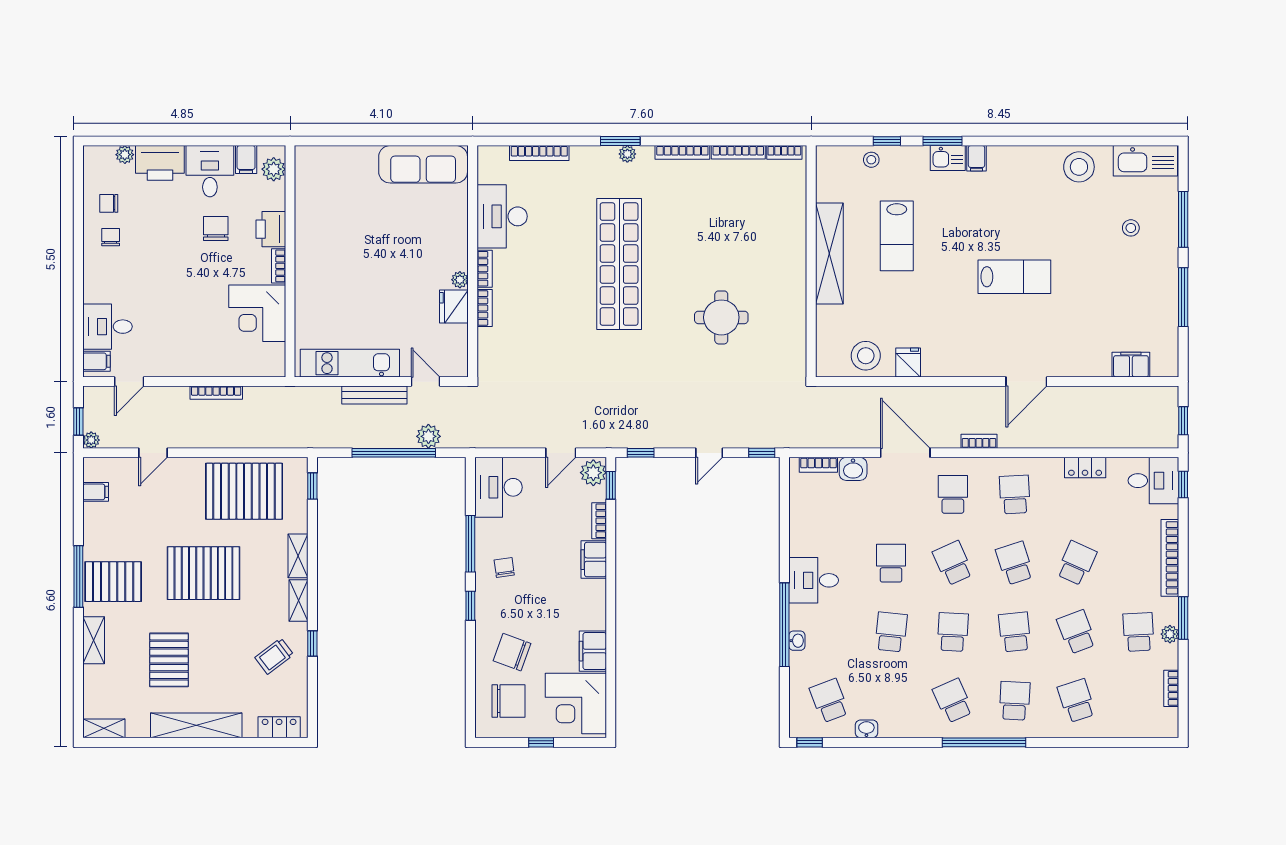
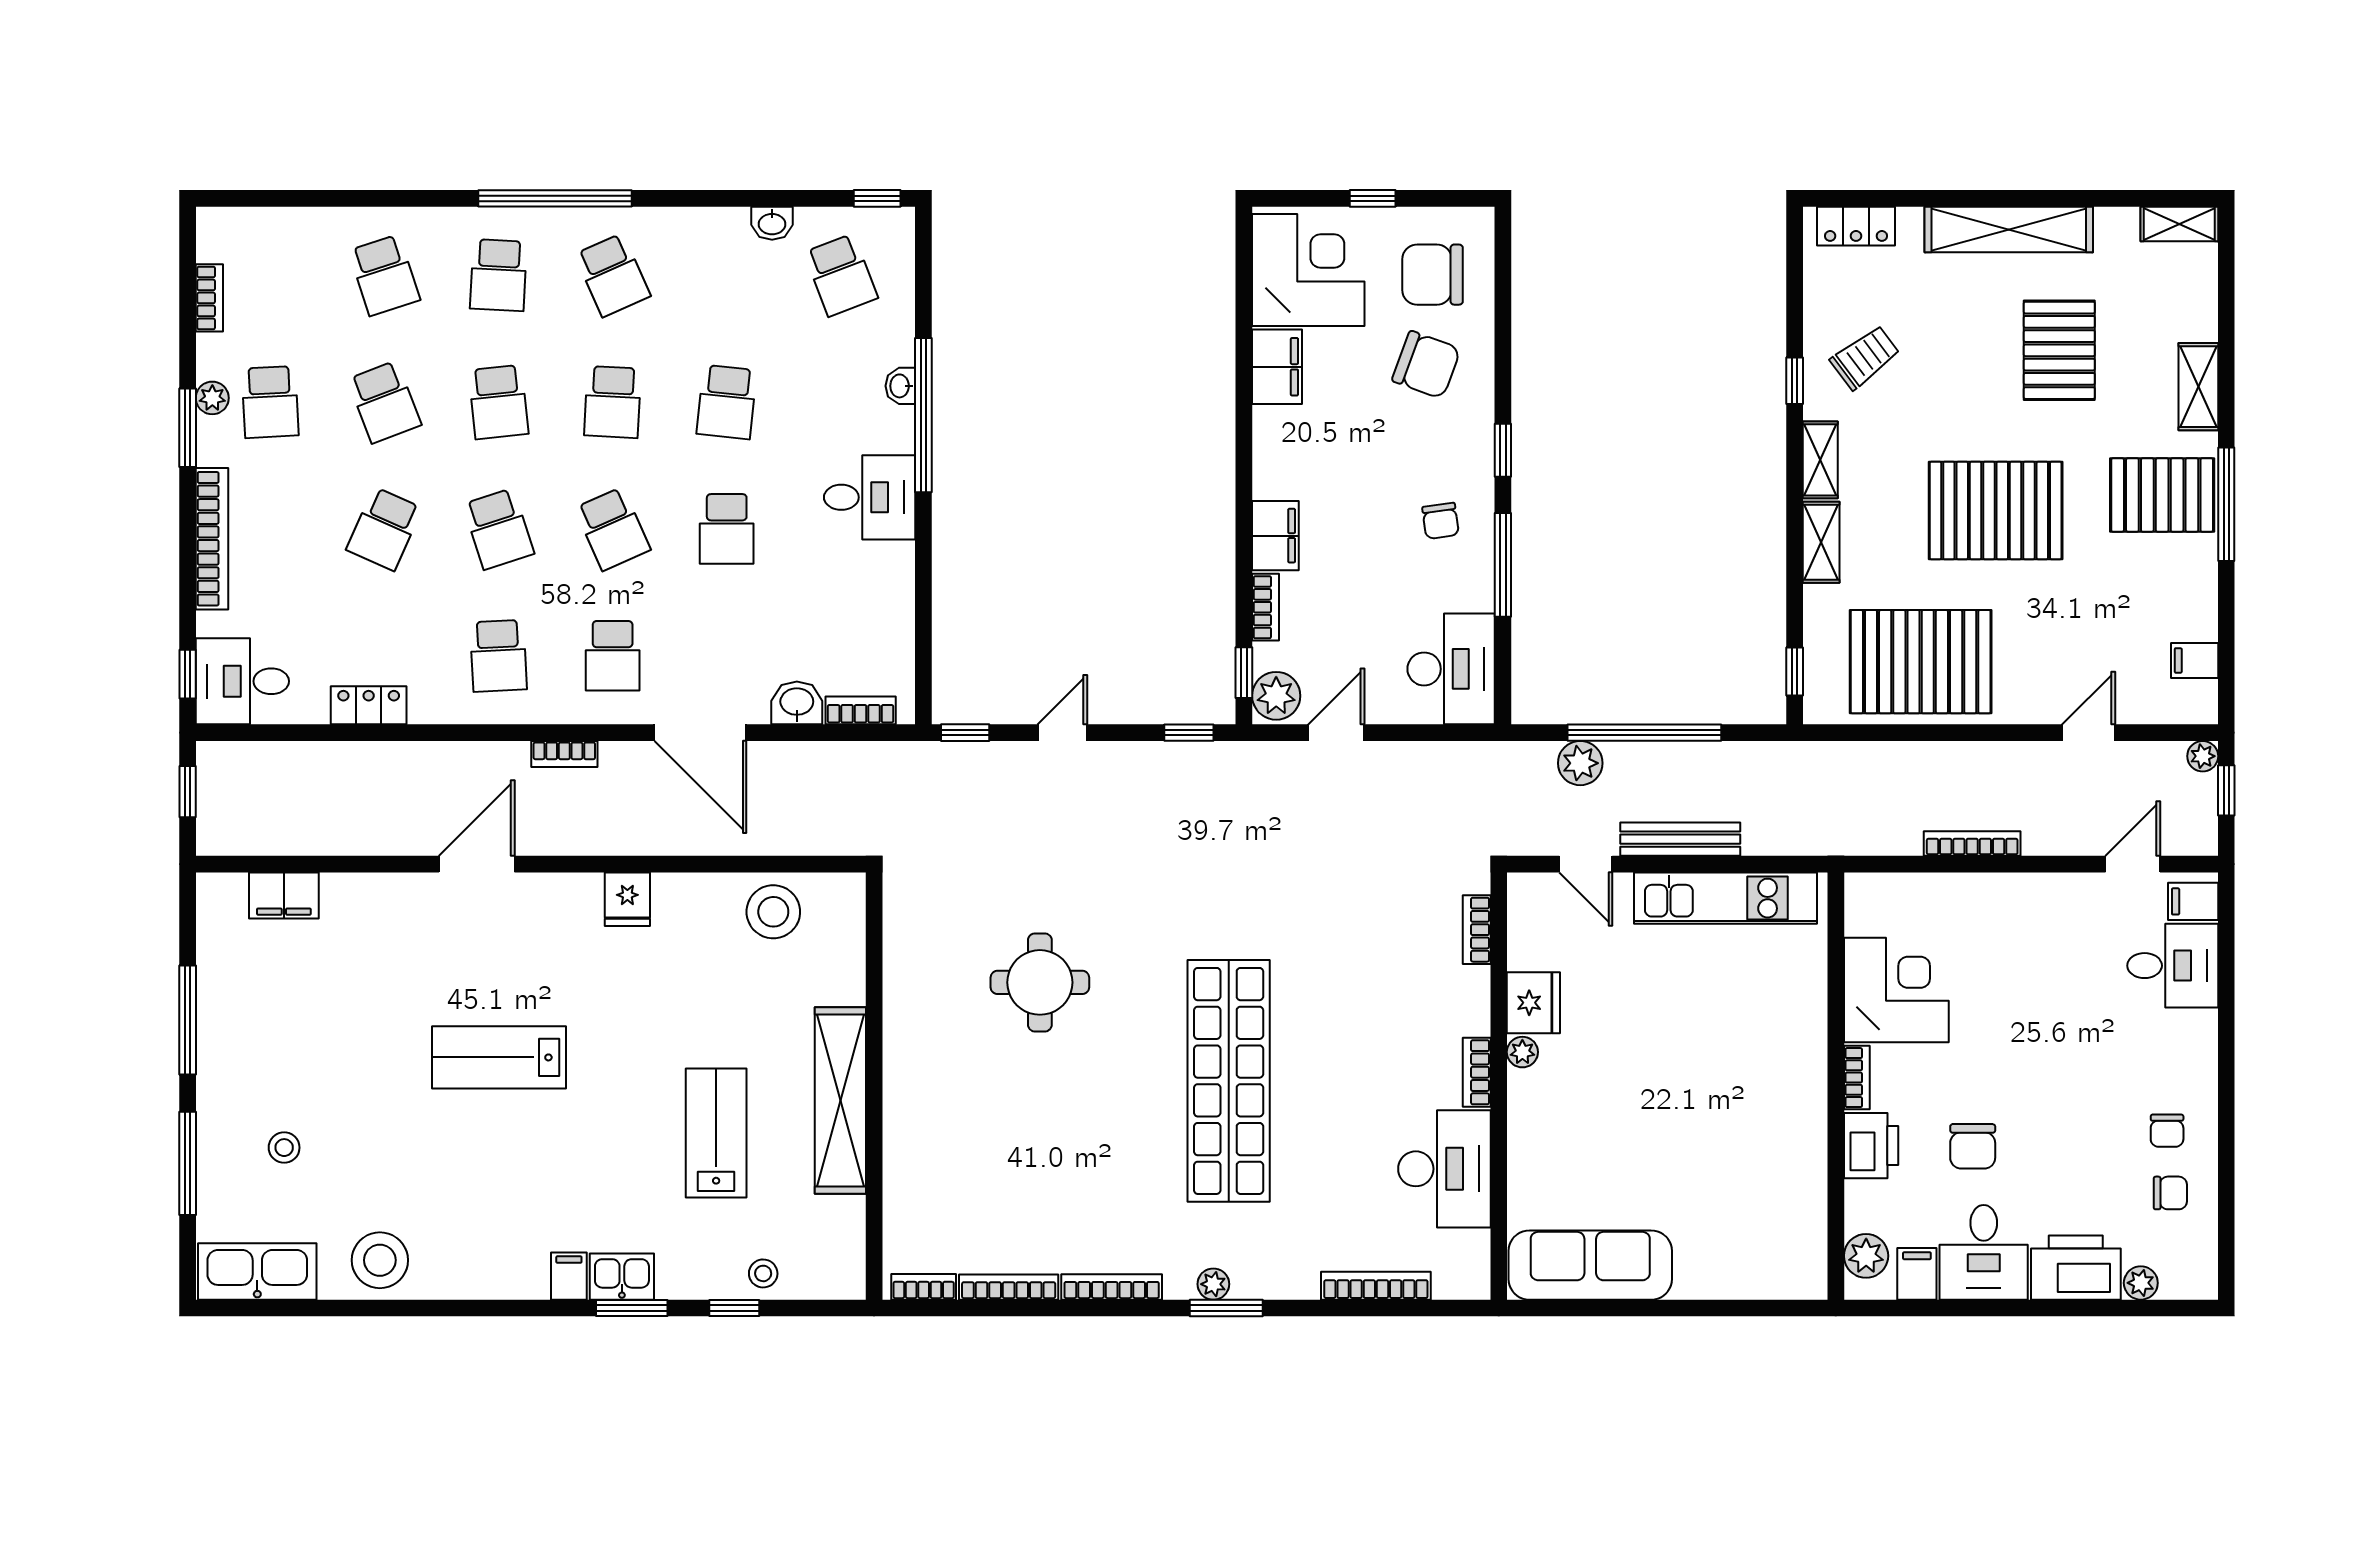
bookcase: (485, 308) -> (1477, 930), moved
fridge: (908, 362) -> (627, 899), moved

